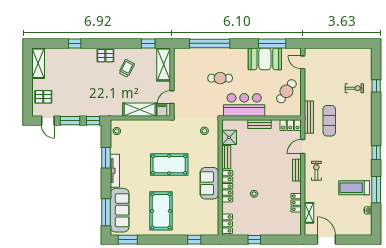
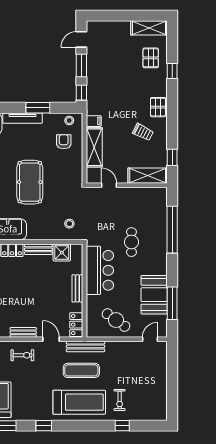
pallet: (43, 97) -> (151, 58), moved
filing cabinet: (162, 110) -> (94, 121), moved
treadmill: (356, 123) -> (79, 402), added
armchair: (135, 136) -> (64, 142), added

